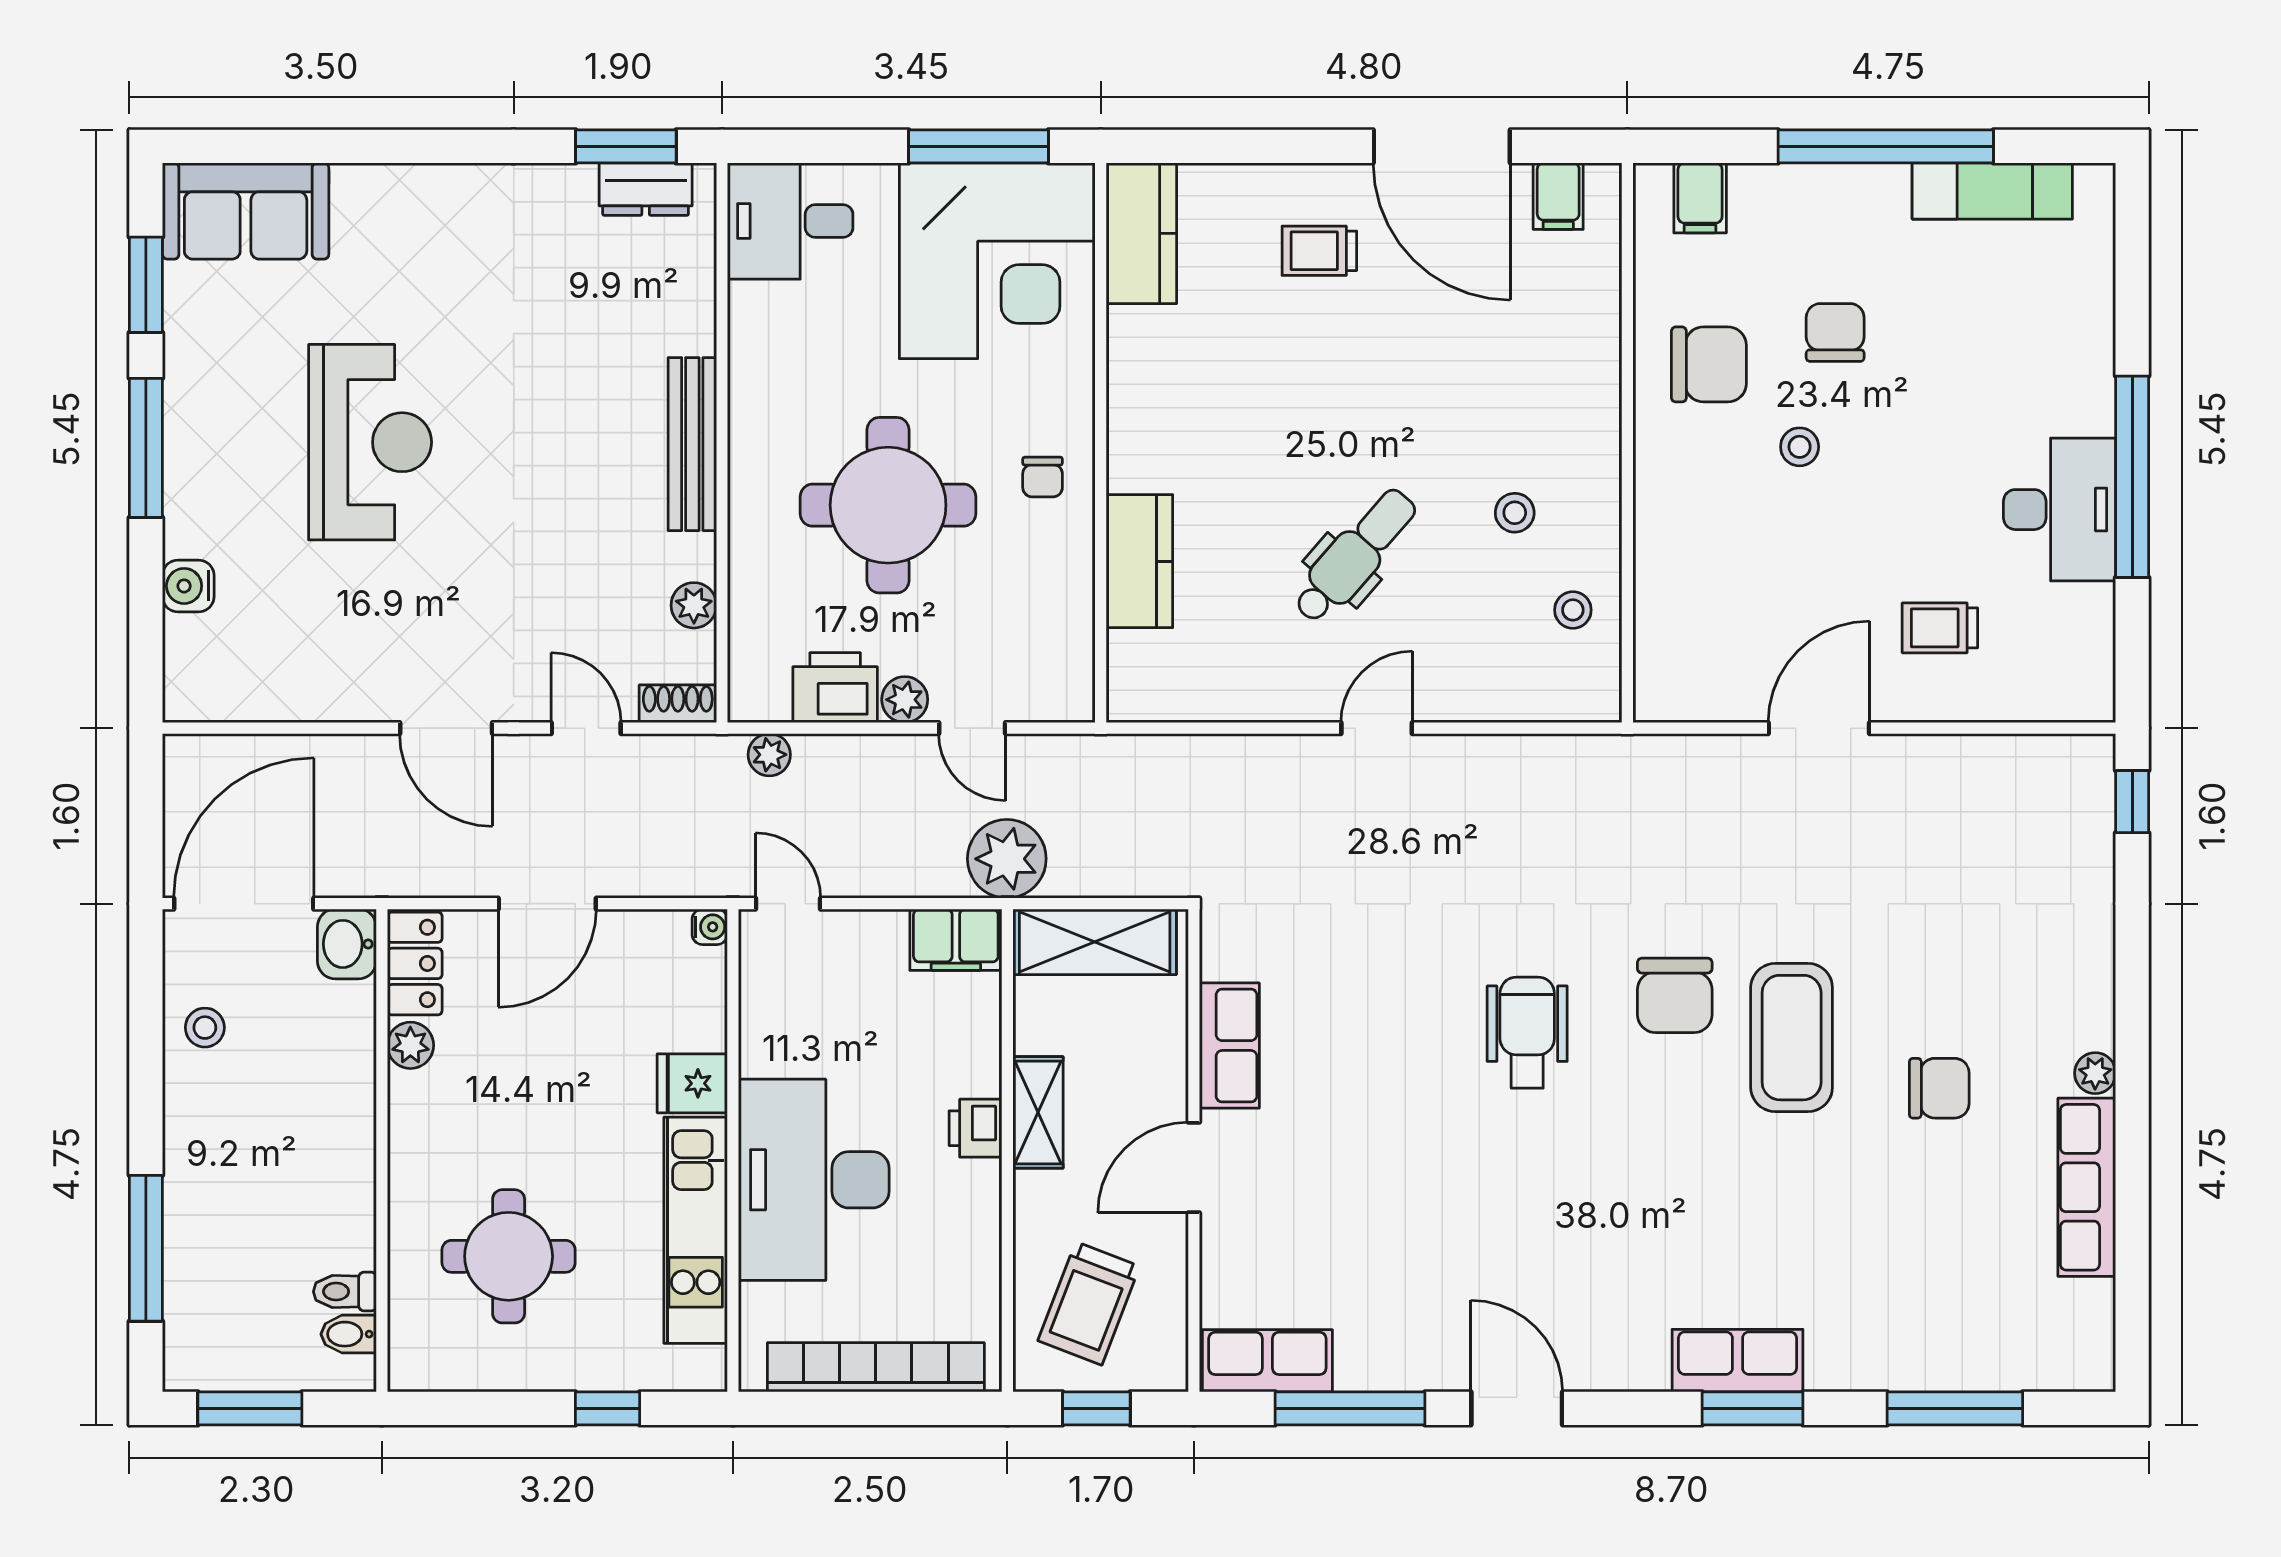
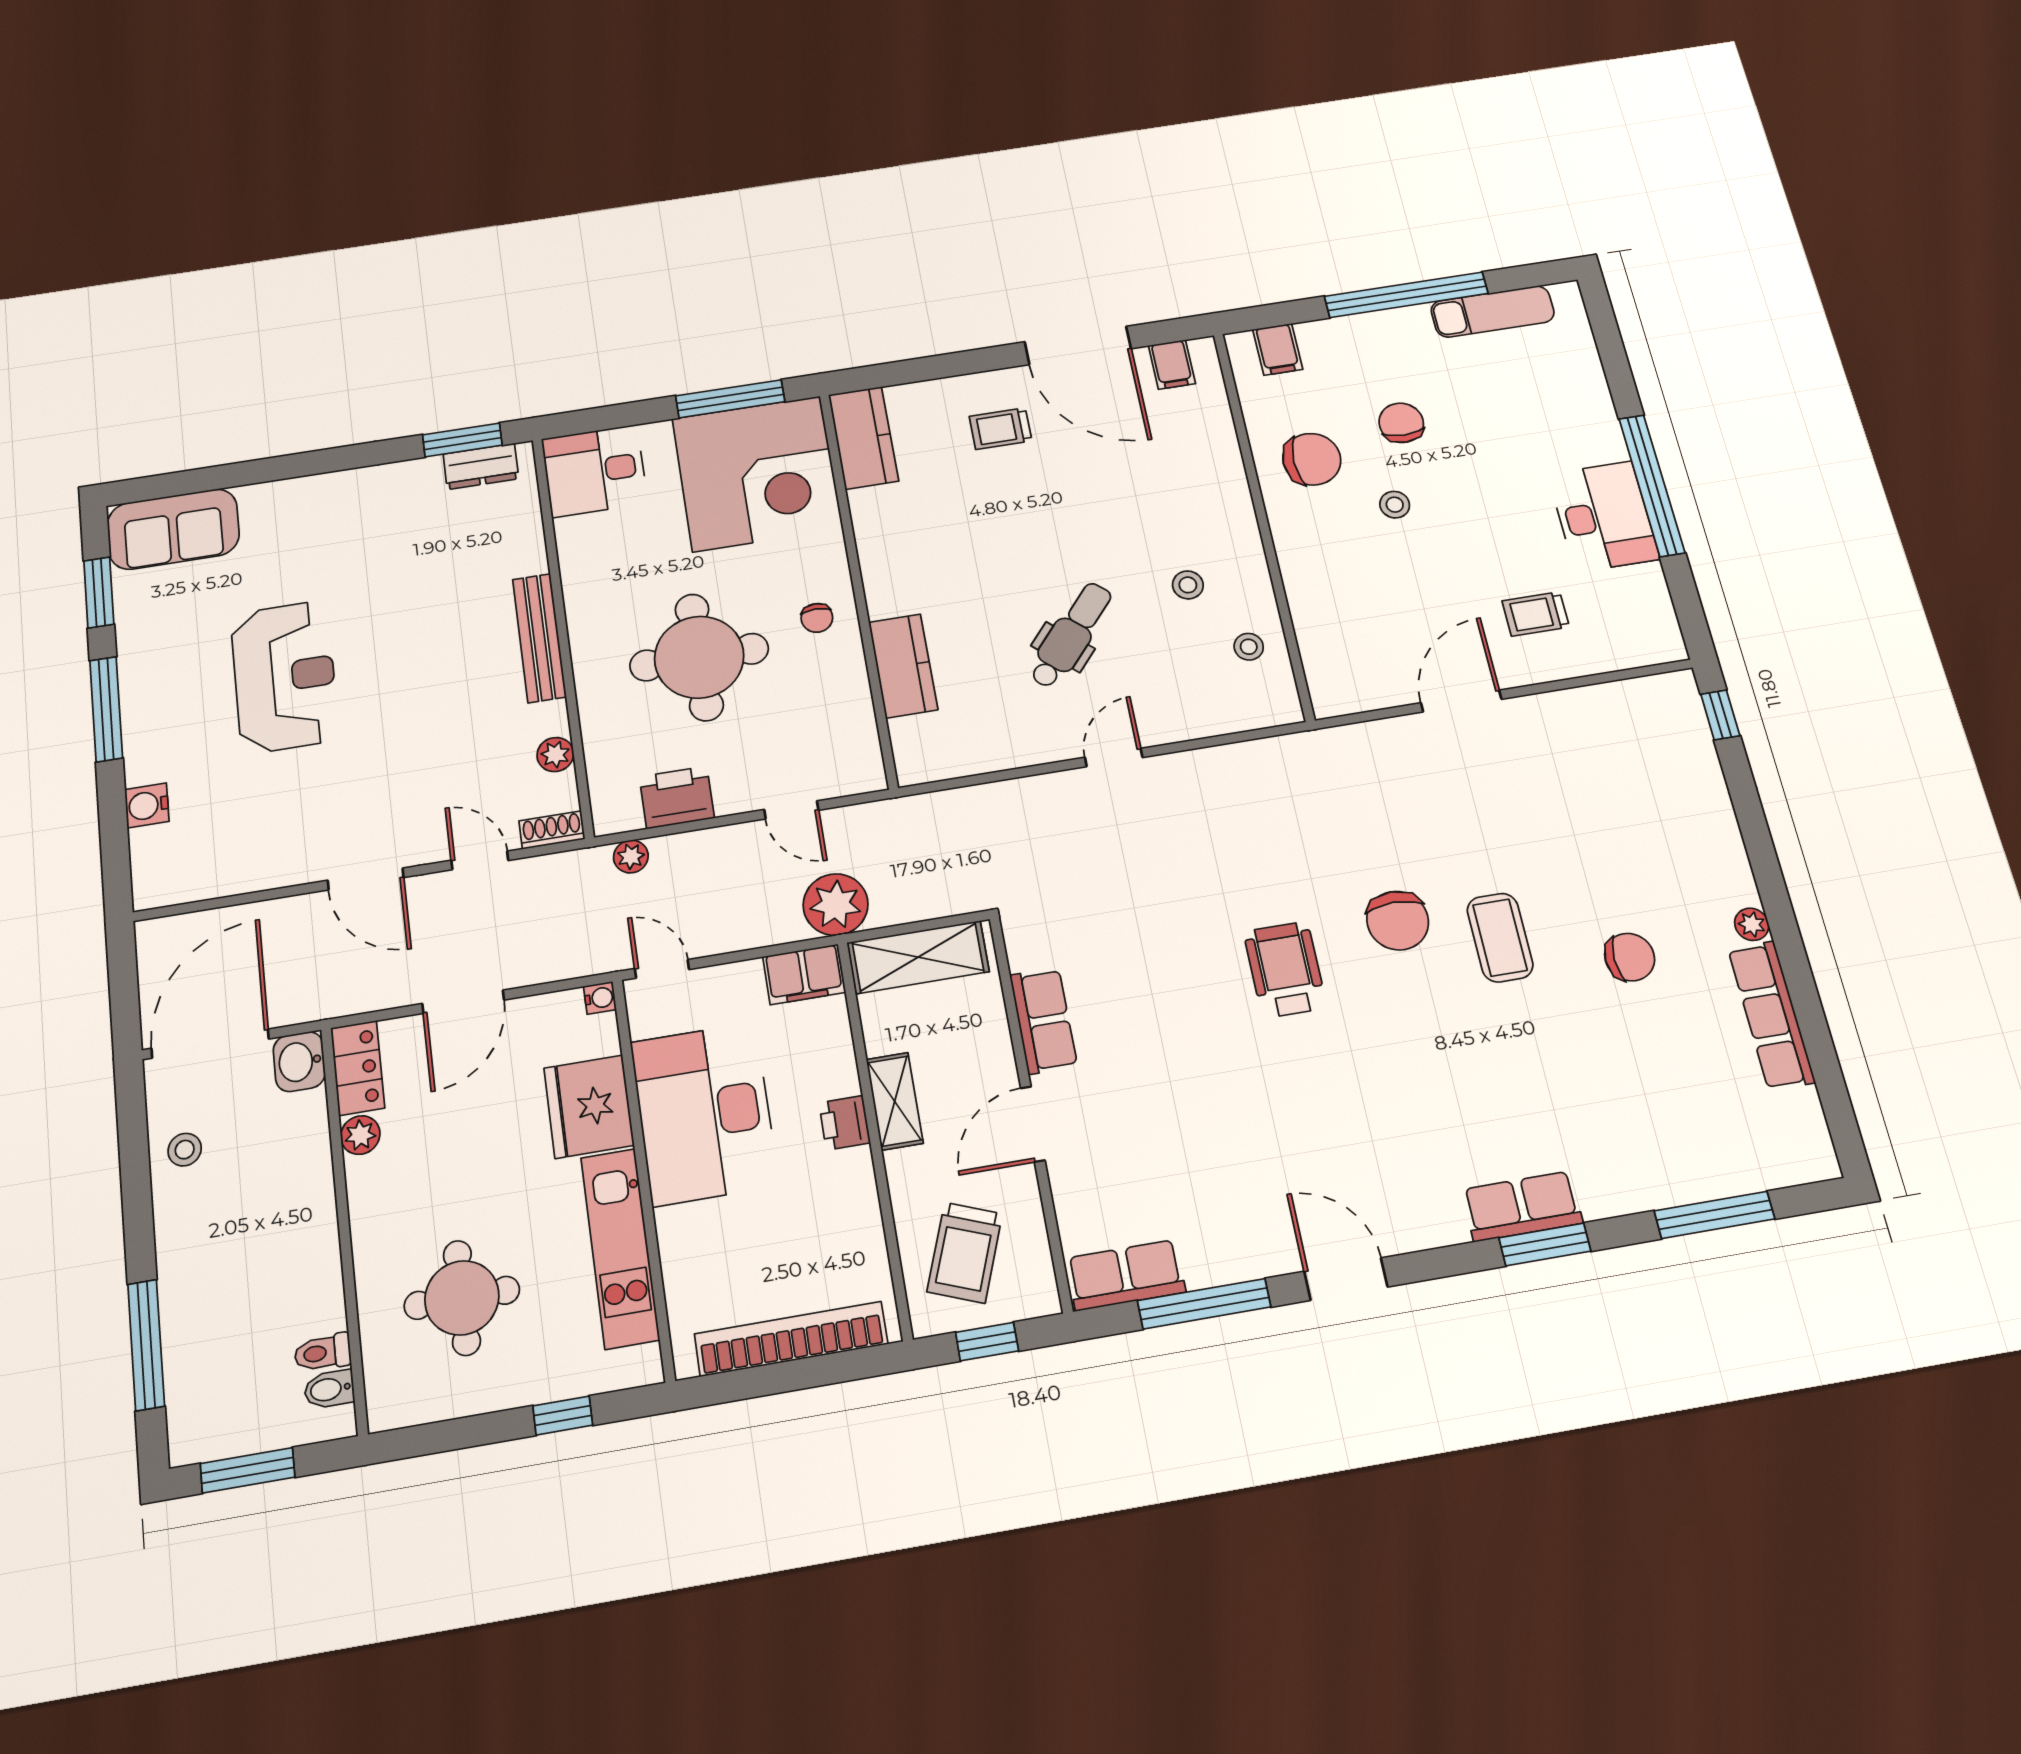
plant: (905, 700) -> (734, 797), removed
coffee table: (1792, 1038) -> (1500, 938), width x0.73, depth x0.76
fridge: (692, 1083) -> (589, 1107), width x1.88, depth x1.34
desk: (814, 1180) -> (704, 1114), moved

